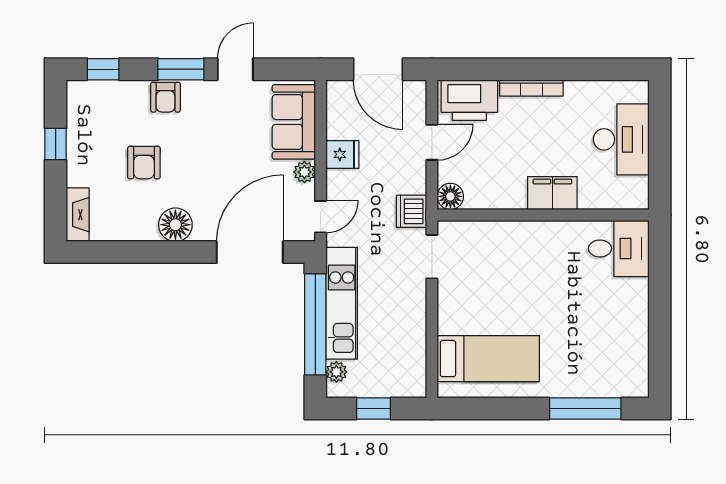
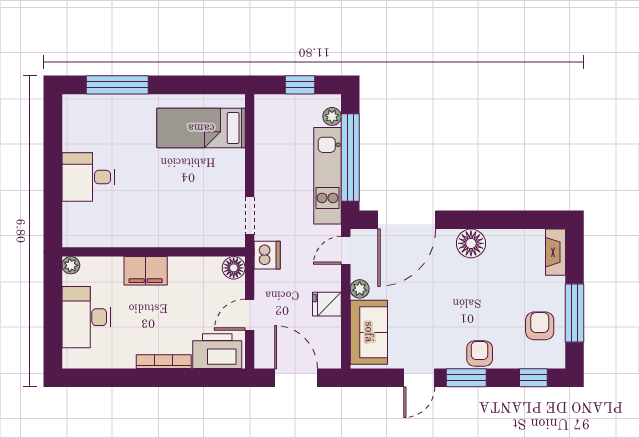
window: (56, 144) -> (574, 313), width x2.17
armchair: (144, 163) -> (540, 326), moved
plant: (639, 199) -> (71, 265), added
desk: (619, 249) -> (88, 177), moved

